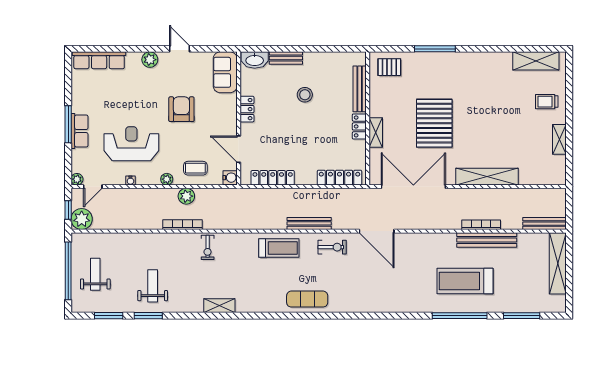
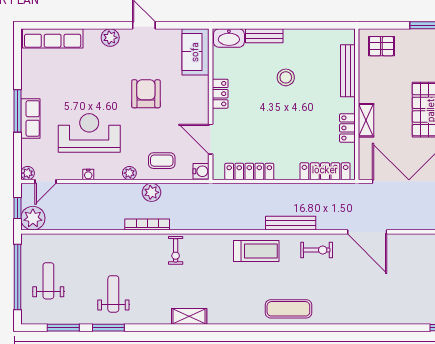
locker: (359, 126) -> (347, 128), moved

